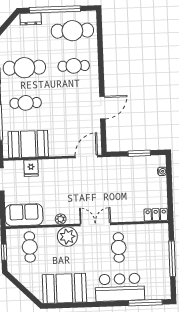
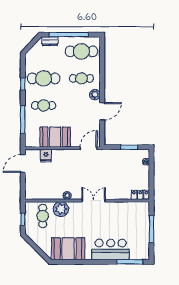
plant: (92, 86) -> (95, 95), added
booth: (28, 144) -> (55, 137), moved
sofa: (24, 215) -> (39, 191), removed
plant: (67, 237) -> (61, 209), moved
cafe table: (119, 247) -> (111, 219), removed

